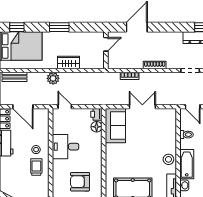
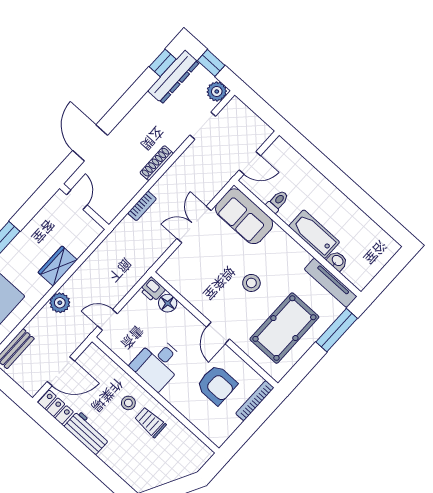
sofa: (115, 126) -> (244, 216), moved, turned 180
stool: (168, 159) -> (251, 283), moved
door: (104, 161) -> (218, 333), added
armchair: (80, 182) -> (217, 385), turned -90

